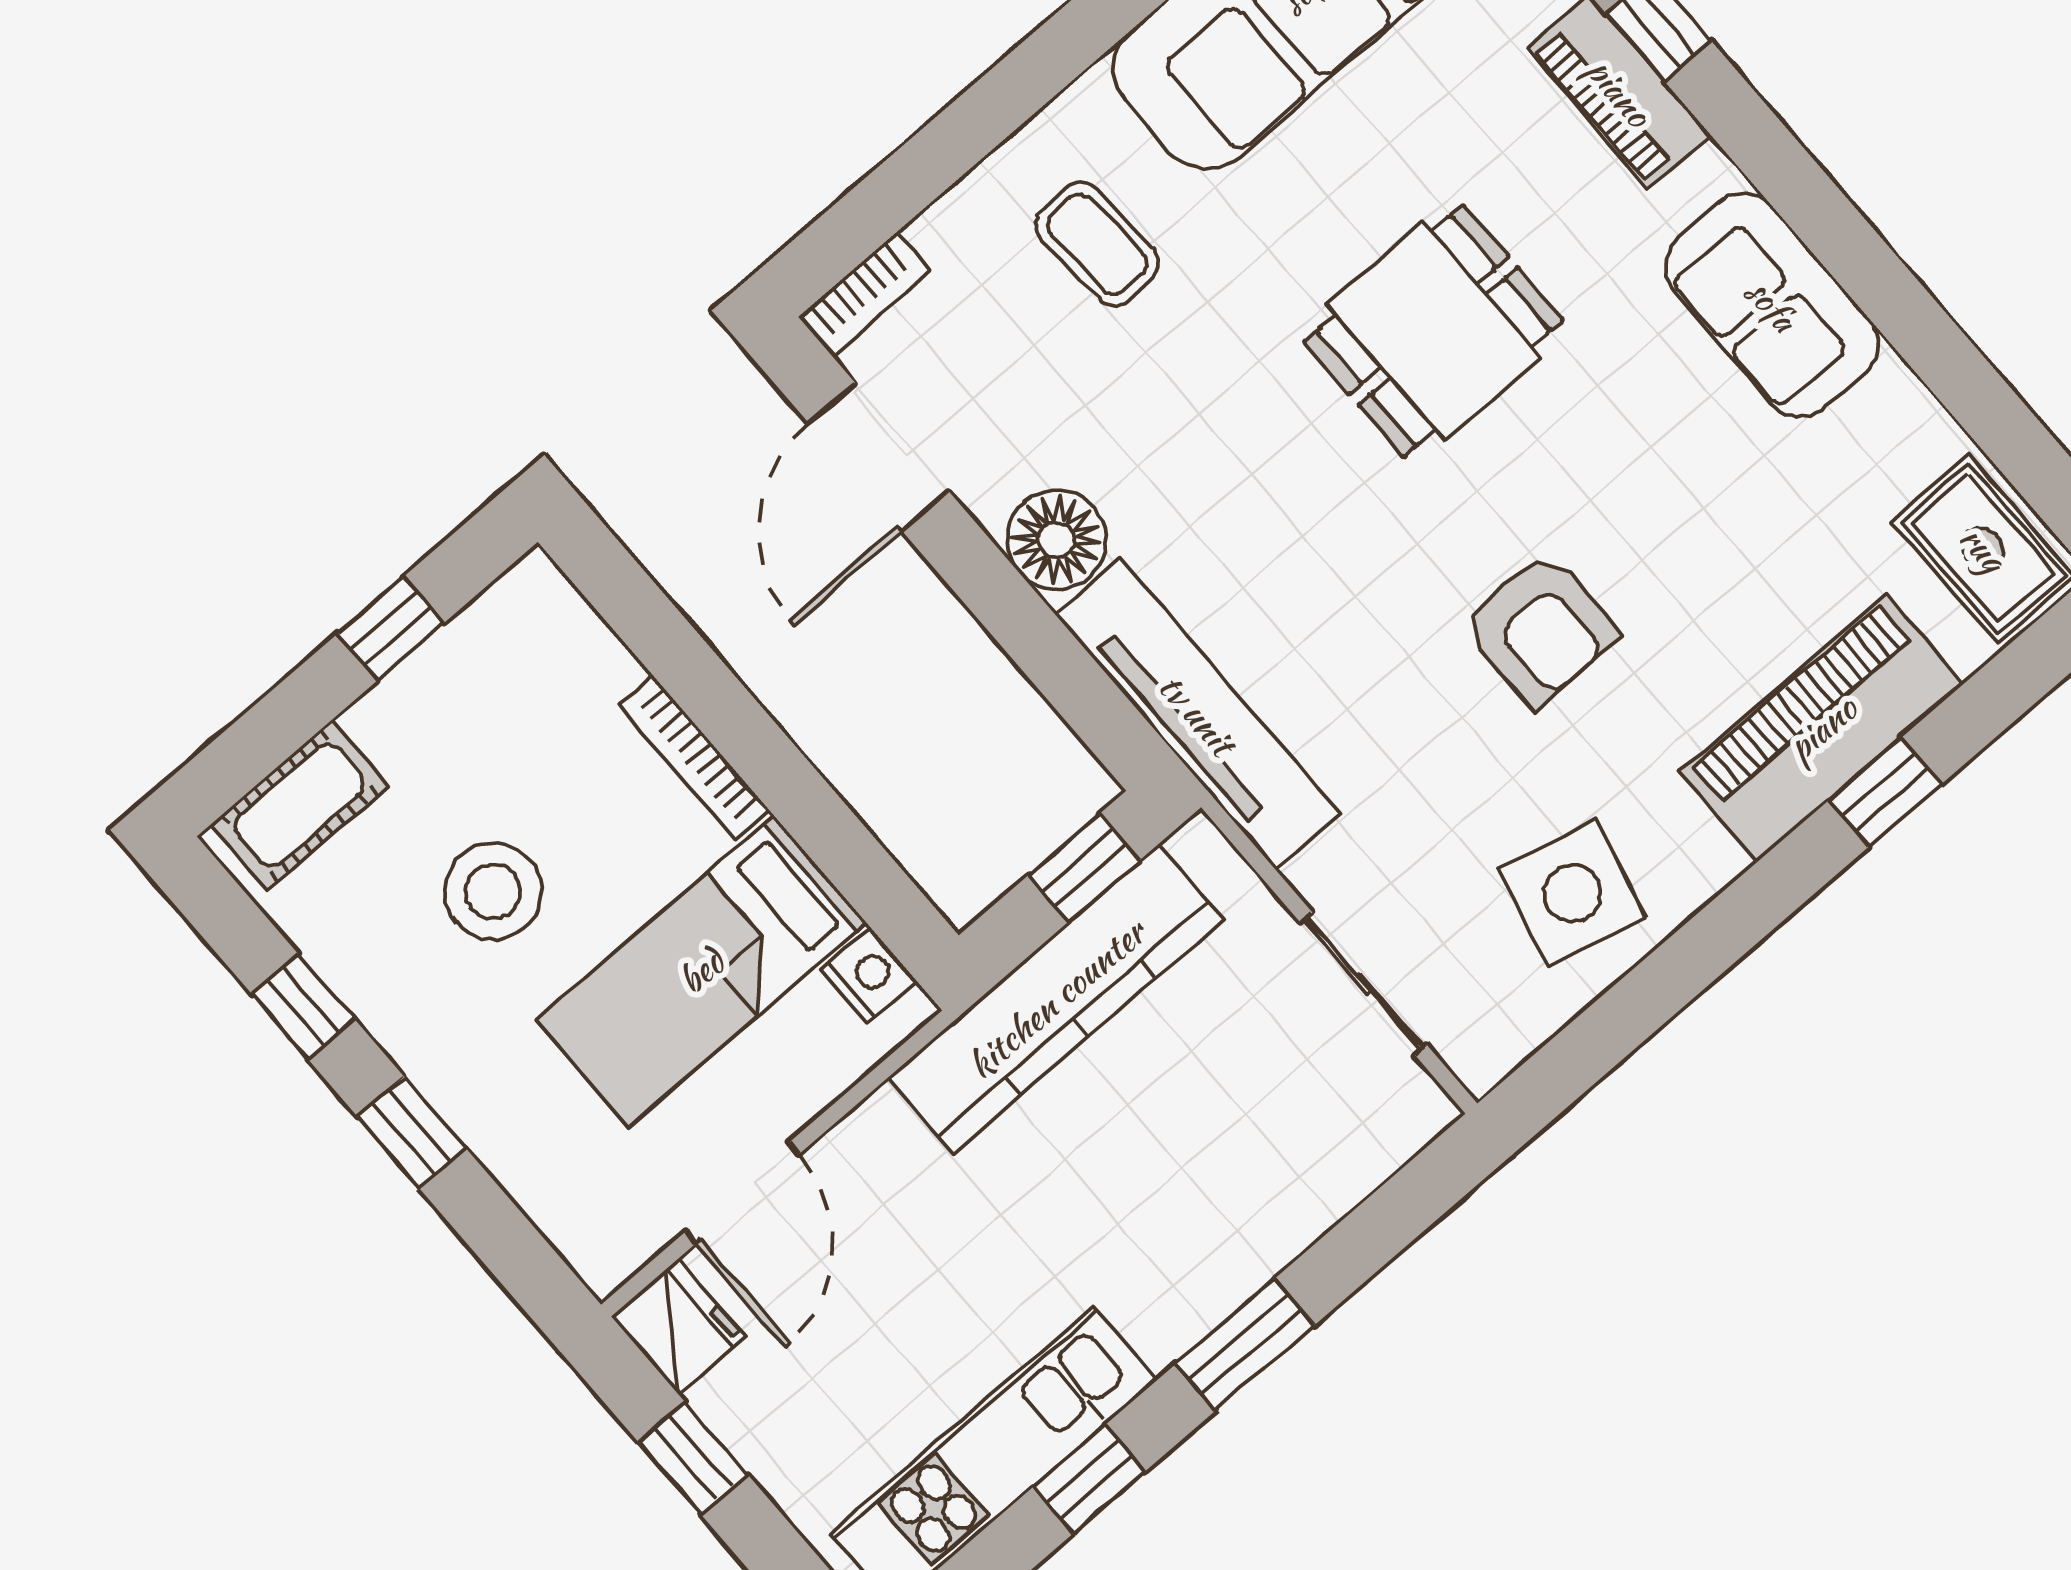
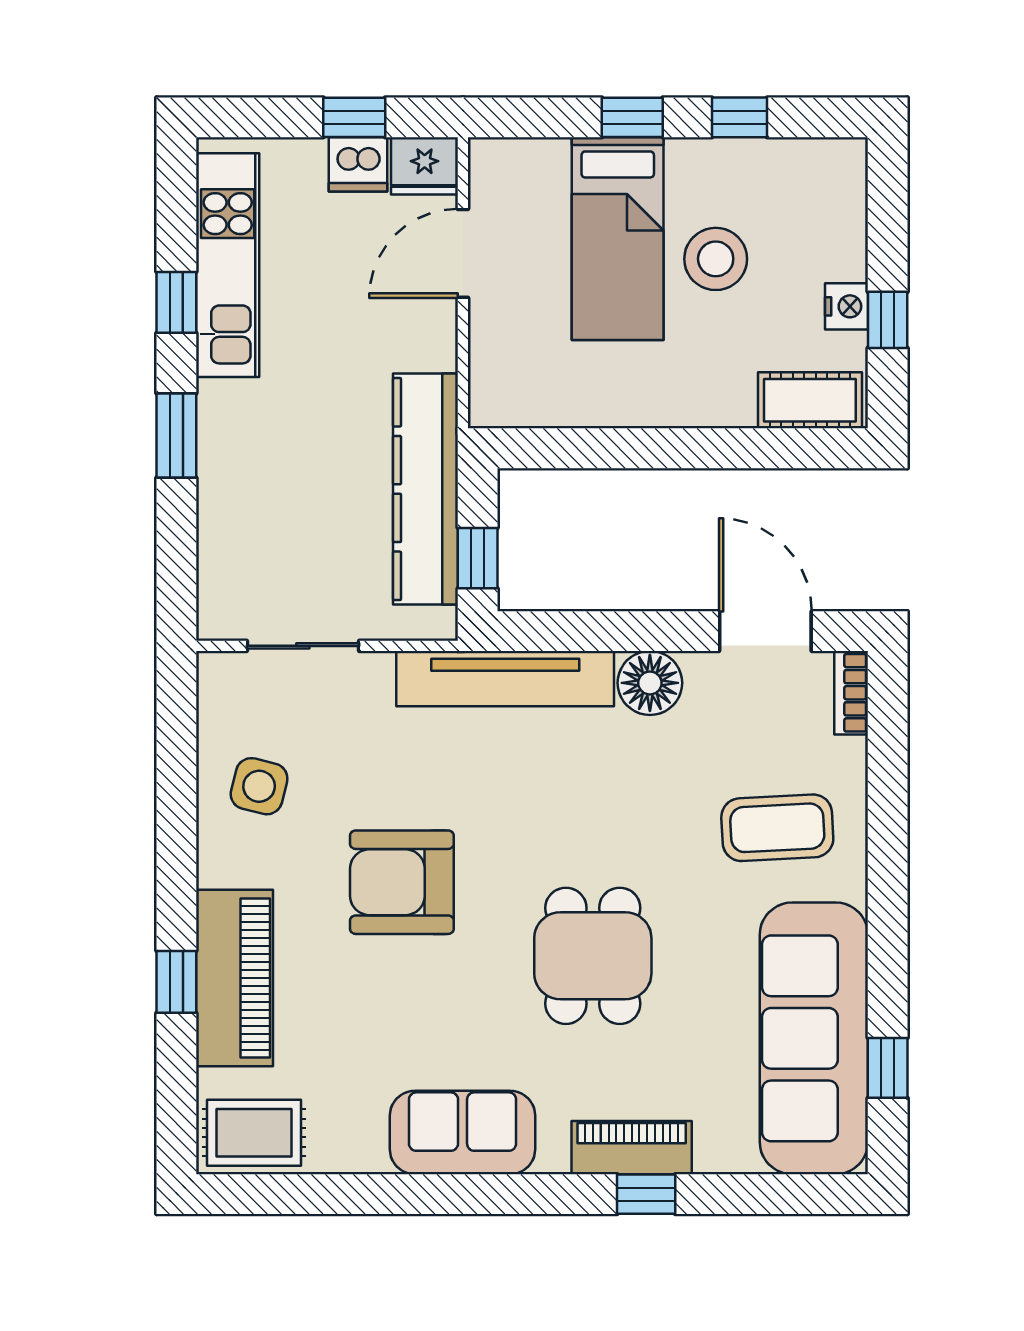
coffee table: (1097, 244) -> (777, 828), width x1.36, depth x1.30
armchair: (1540, 629) -> (402, 882), width x1.36, depth x1.36
bookcase: (694, 758) -> (696, 414), removed
cot: (299, 805) -> (810, 400), moved, turned 90
side table: (1572, 893) -> (259, 786), width x0.73, depth x0.73
bed: (701, 971) -> (618, 239), moved, turned 180
nightstand: (869, 976) -> (847, 306), moved, turned -90
door: (742, 1193) -> (463, 253), hinge flipped
dishwasher: (744, 1406) -> (358, 164), added

